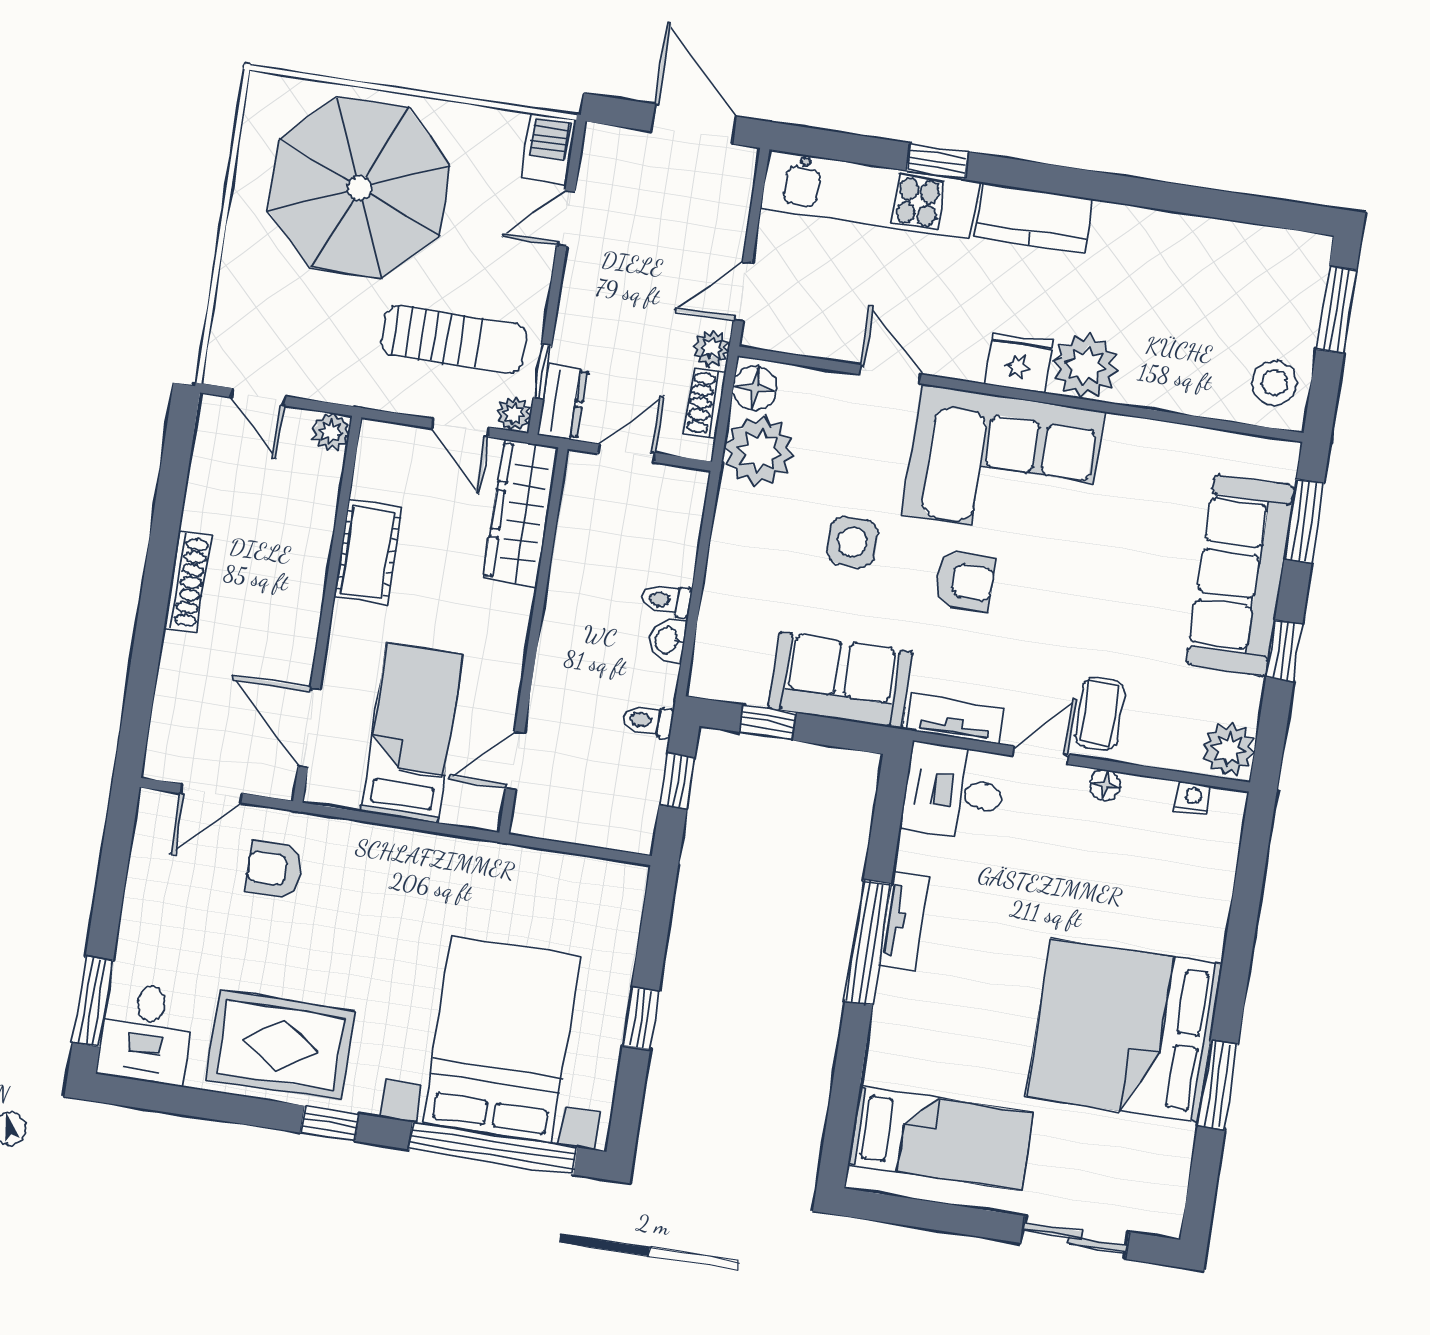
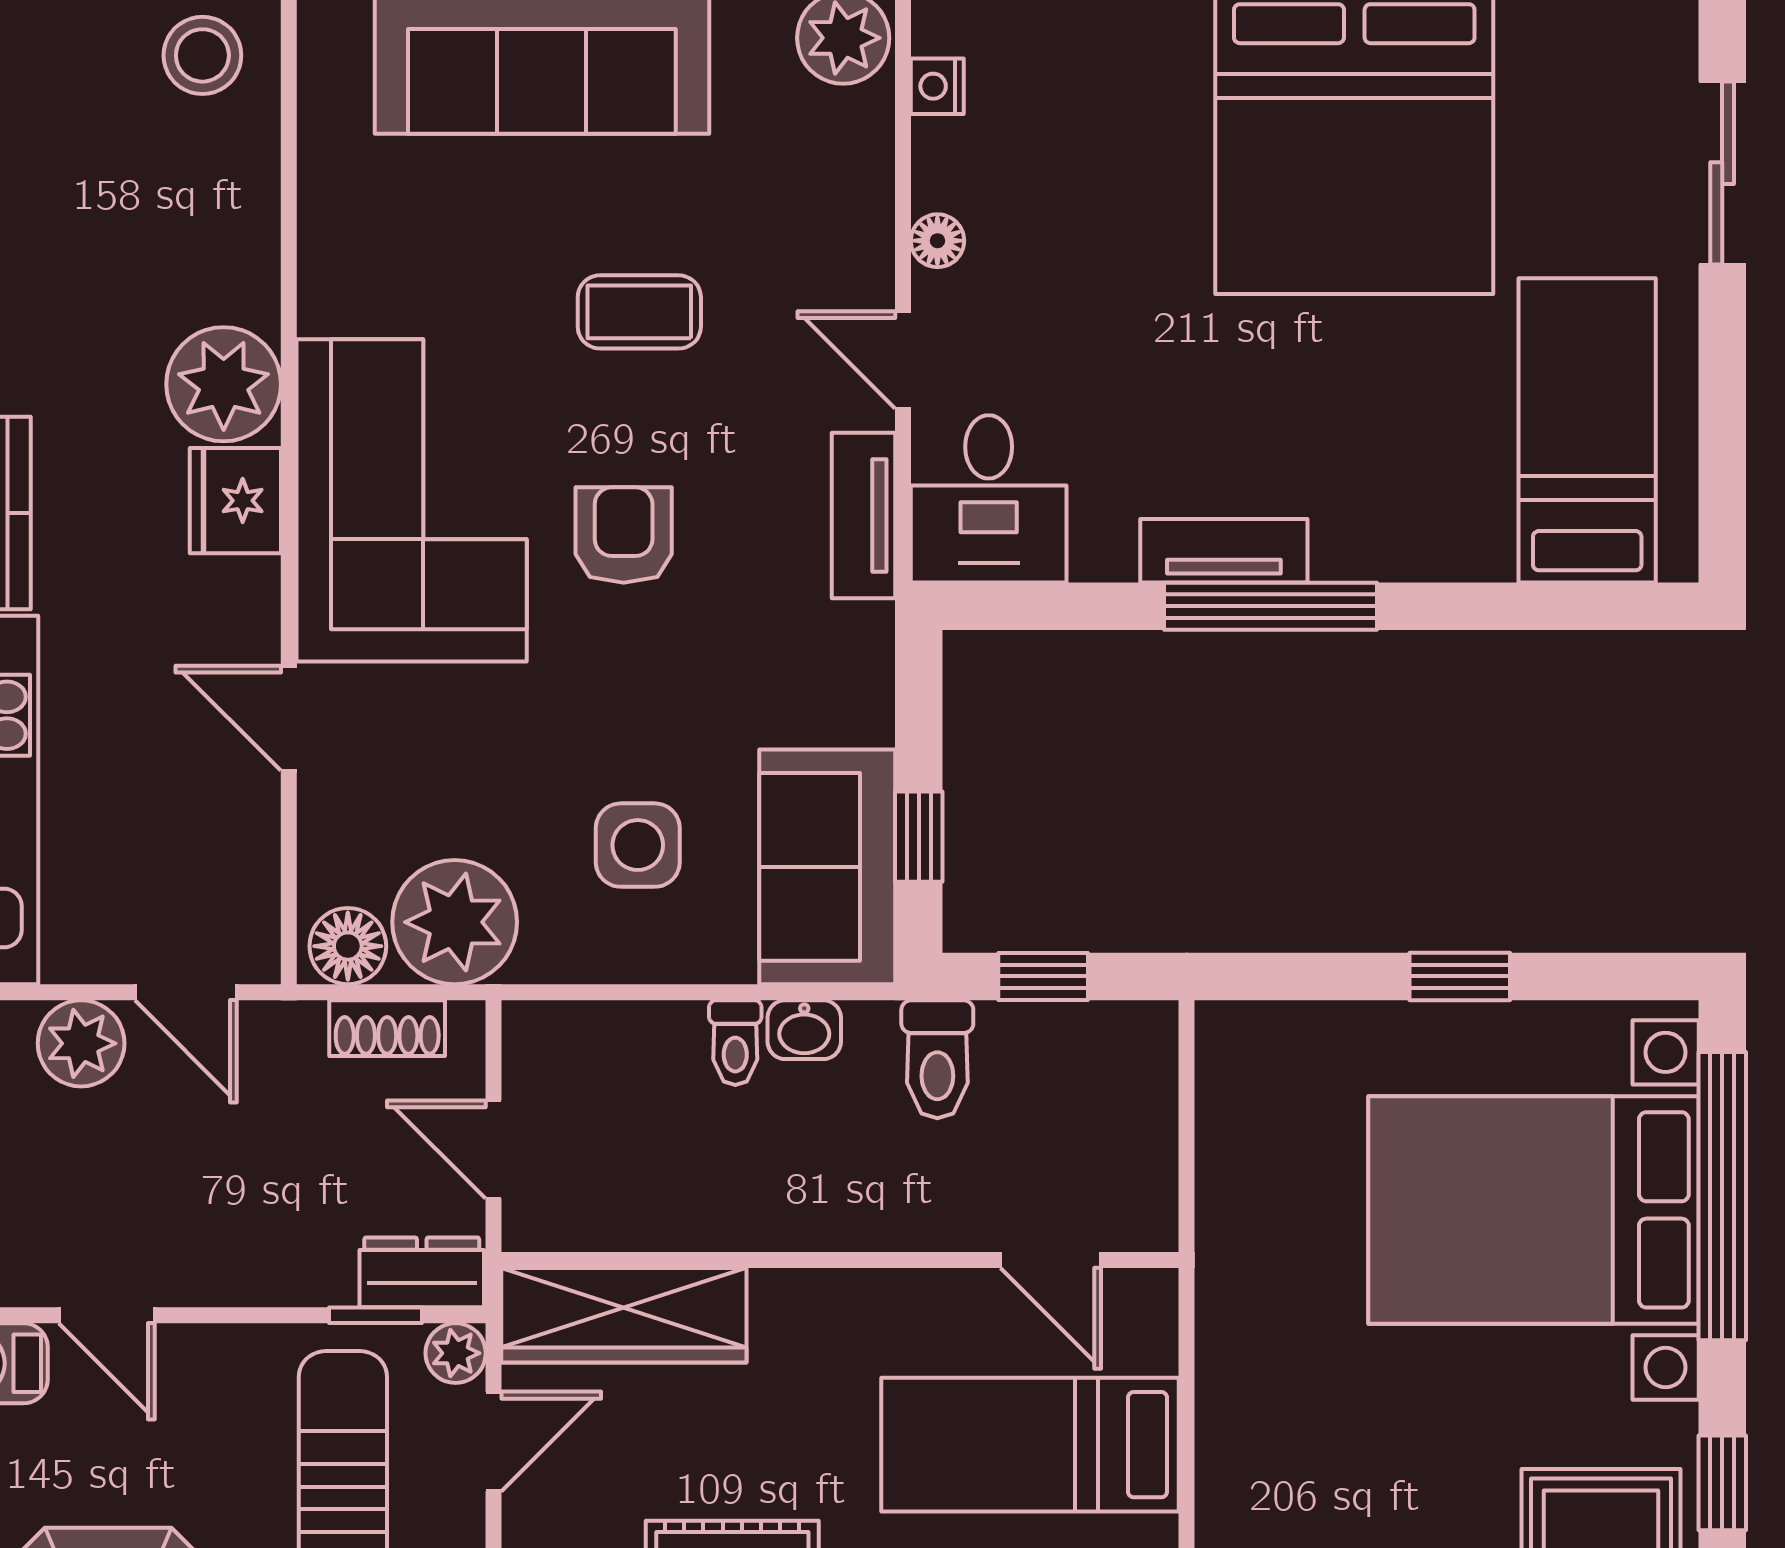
plant: (711, 349) -> (81, 1043), moved, width x1.38, depth x1.38
door: (890, 374) -> (289, 718), hinge flipped
side table: (852, 542) -> (638, 845), moved
sofa: (841, 680) -> (827, 867), moved
coffee table: (1100, 714) -> (639, 312), moved
toilet: (648, 721) -> (937, 1059), width x1.37, depth x1.39

